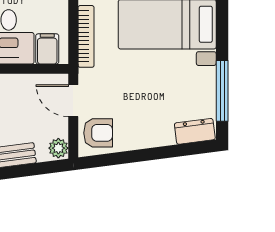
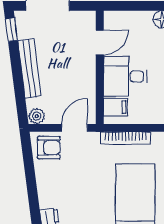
armchair: (98, 133) -> (49, 148), turned -90

